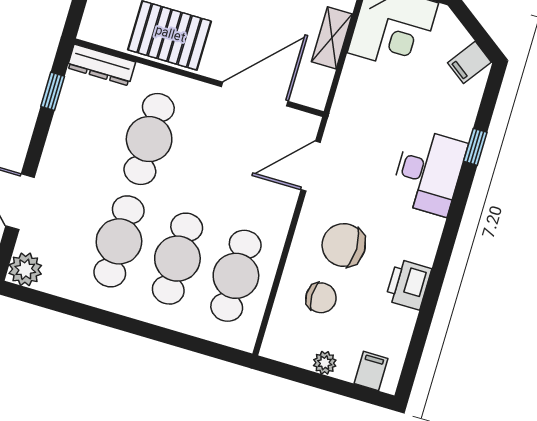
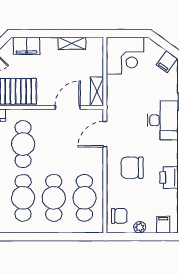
shelving: (332, 38) -> (97, 91), moved
door: (255, 94) -> (68, 107), width x0.73
chair: (321, 298) -> (119, 216), moved

